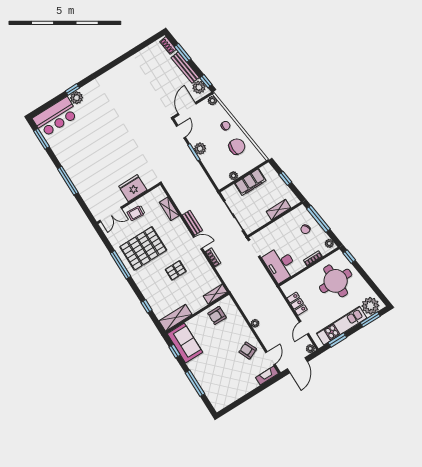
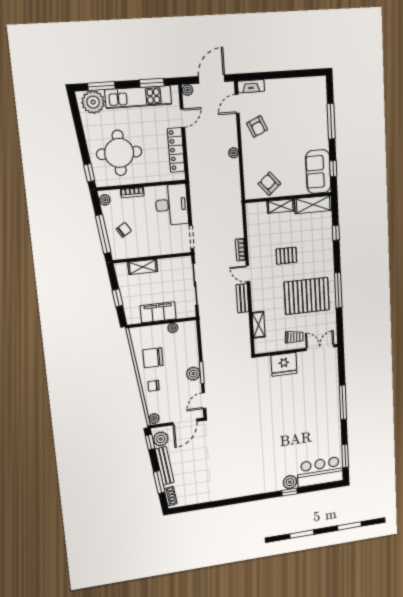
shelving: (215, 294) -> (281, 206), moved
locker: (297, 304) -> (176, 150), width x1.53
armchair: (217, 315) -> (269, 184), turned -131

